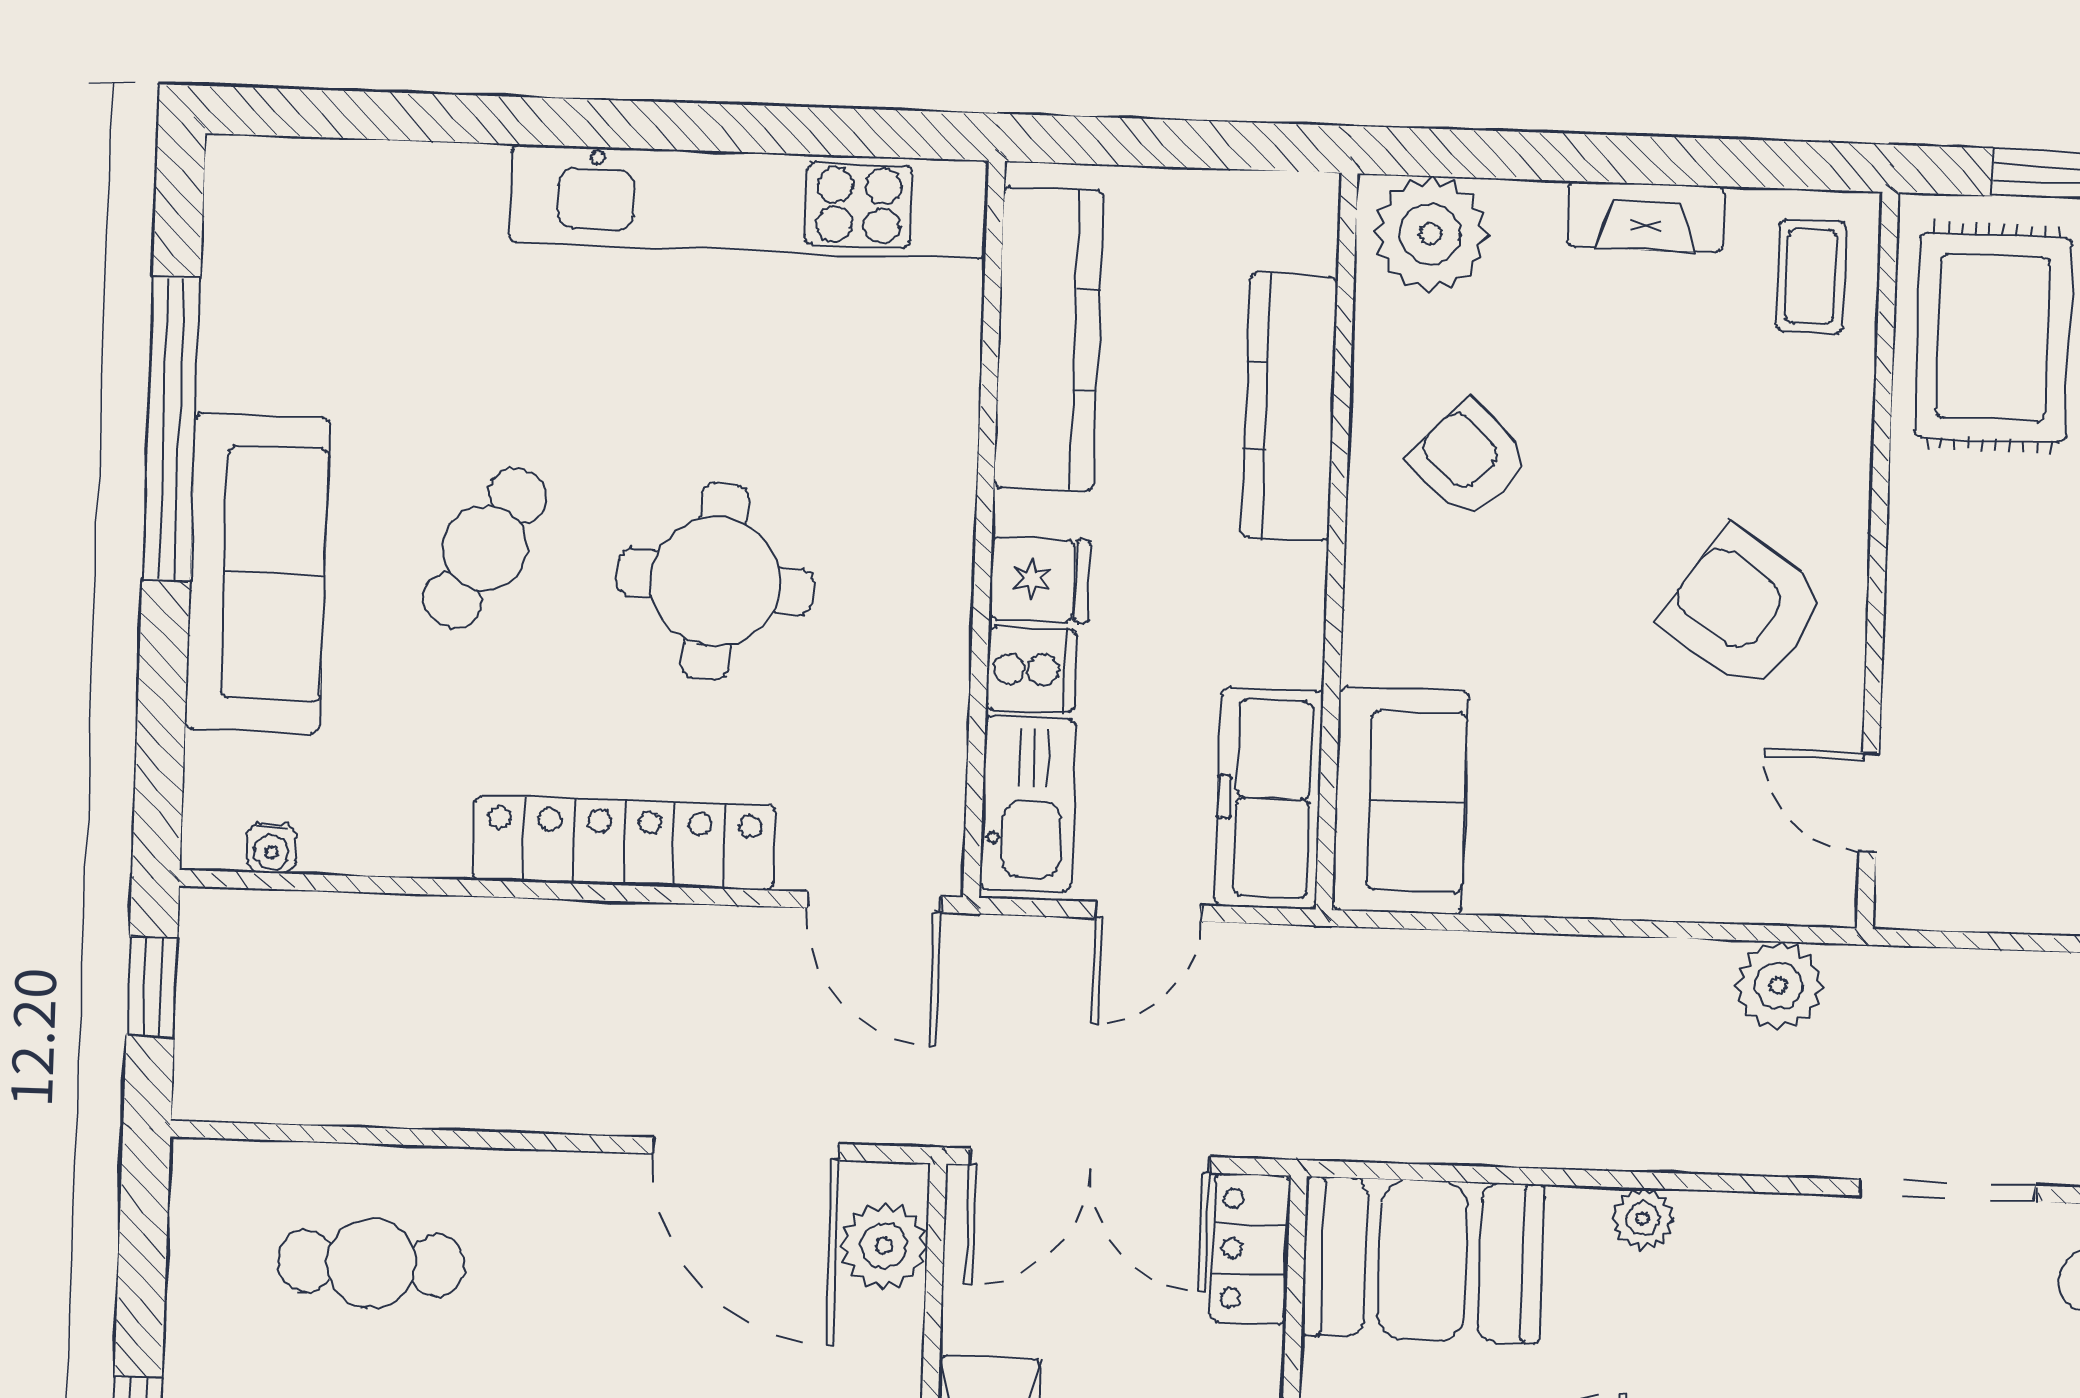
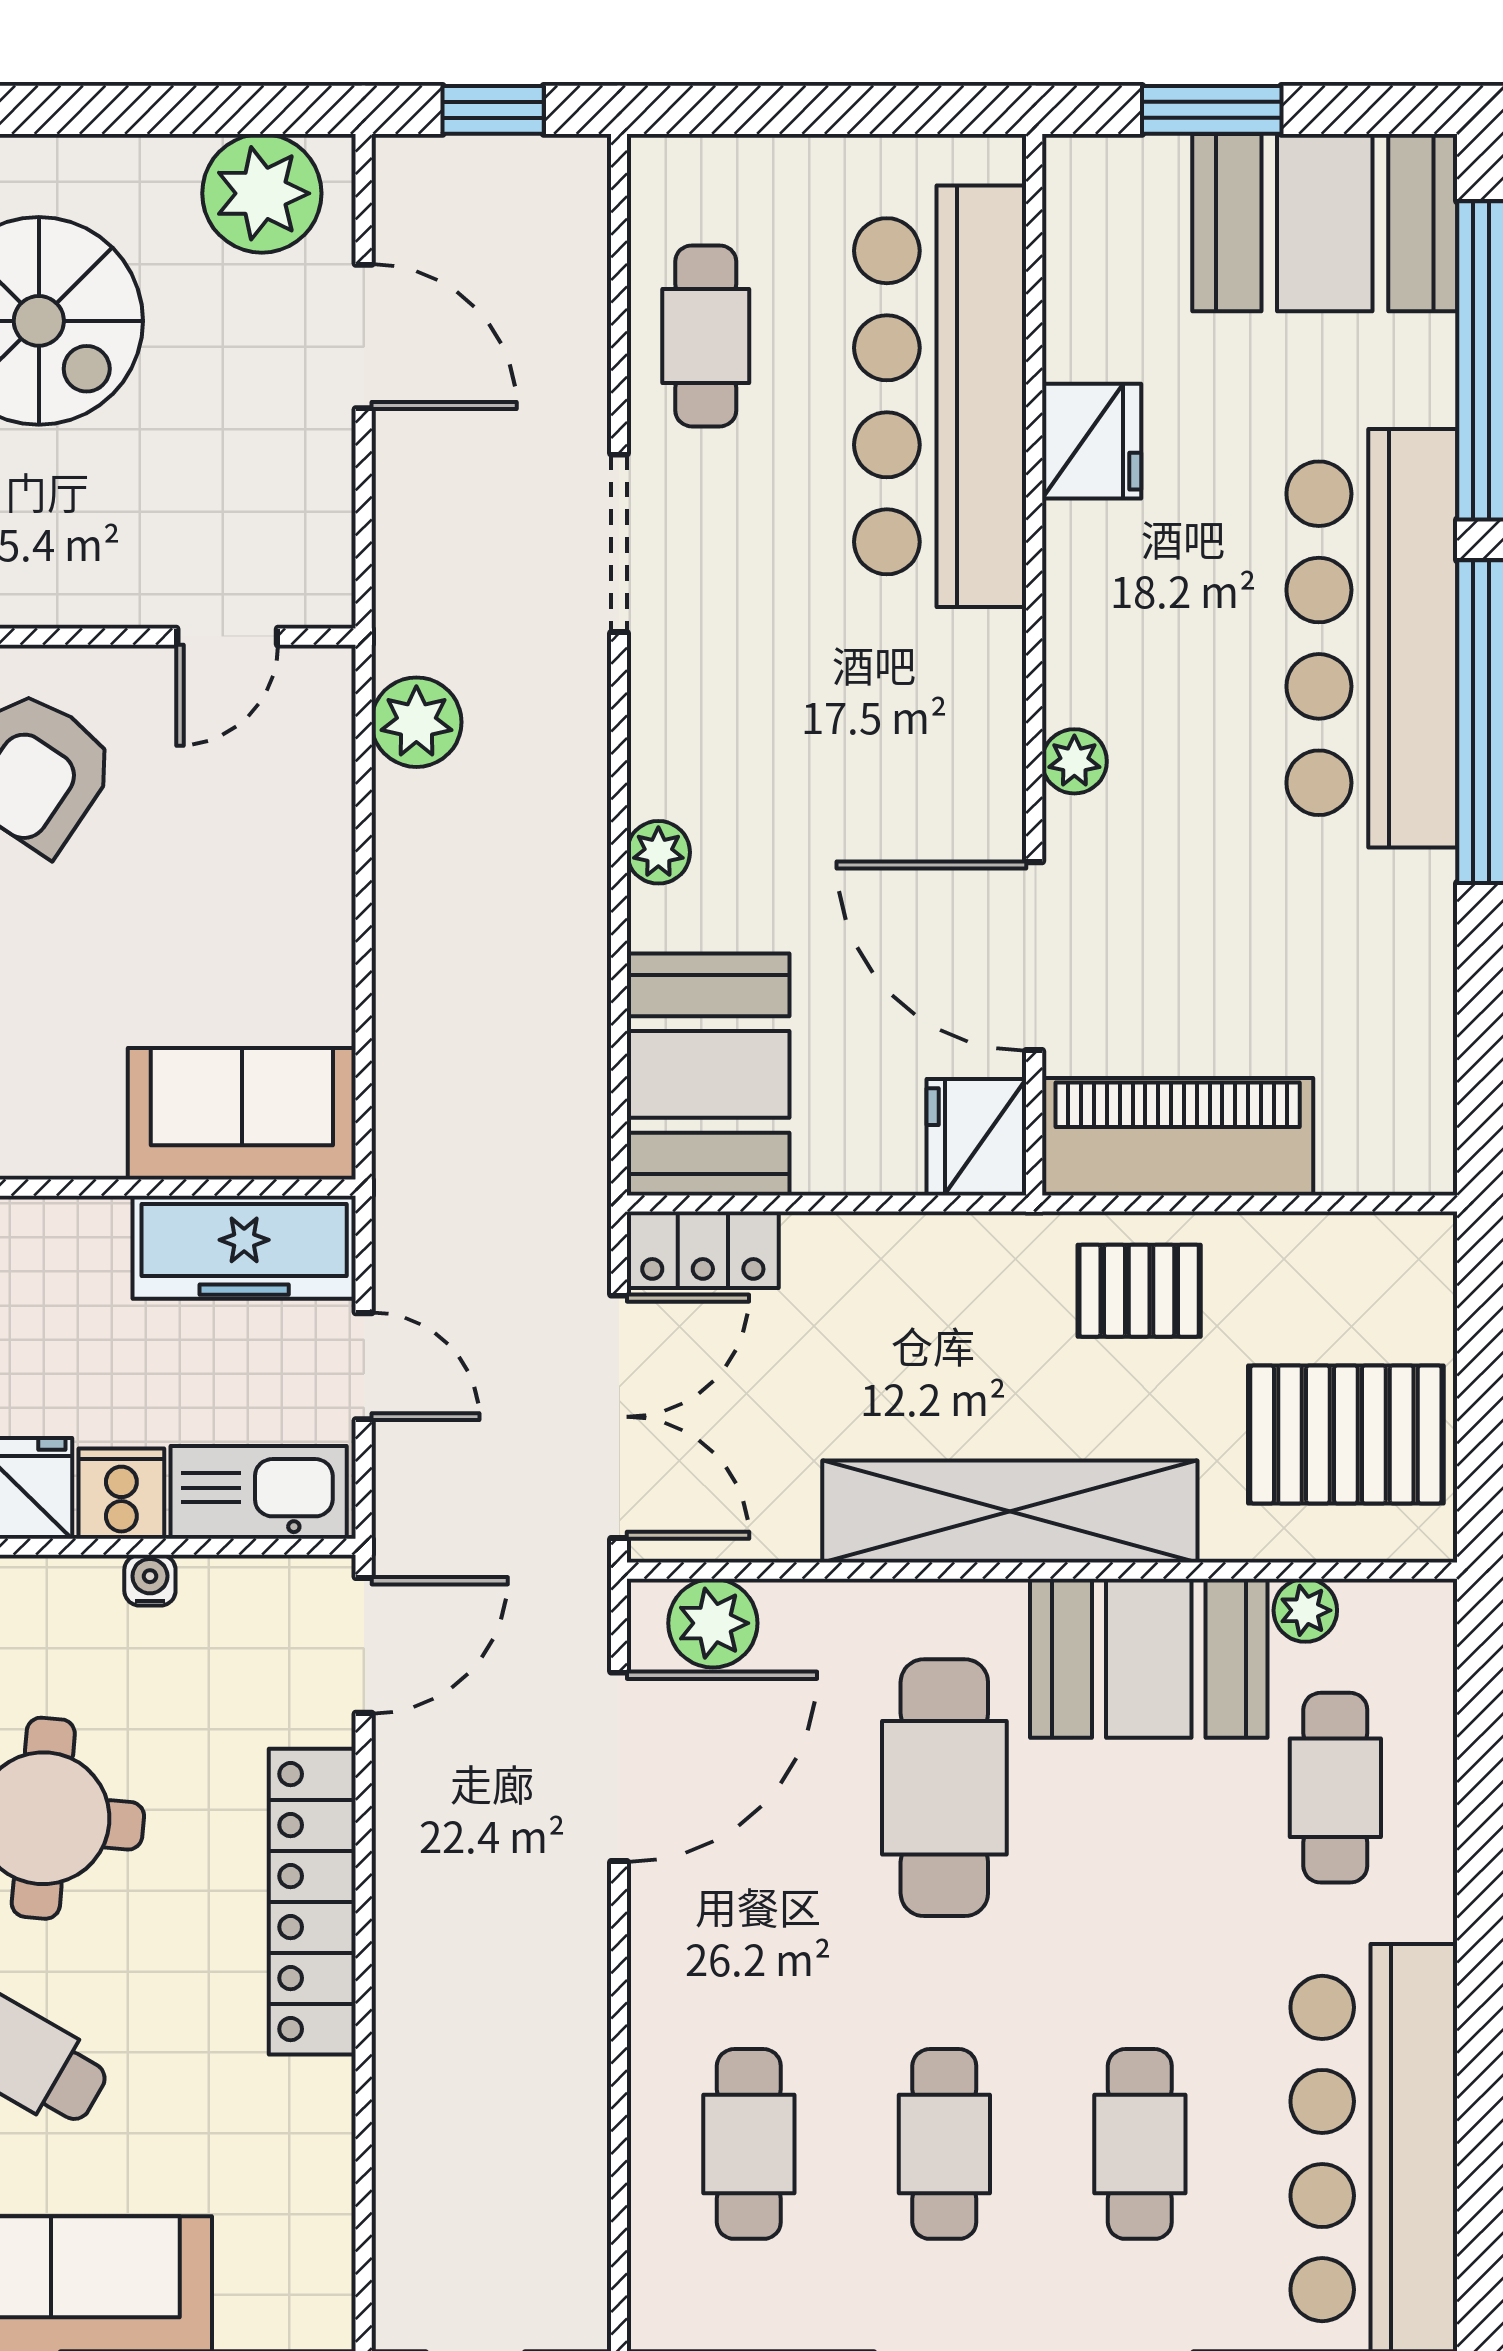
water cooler: (272, 848) -> (150, 1580), moved, turned -90

